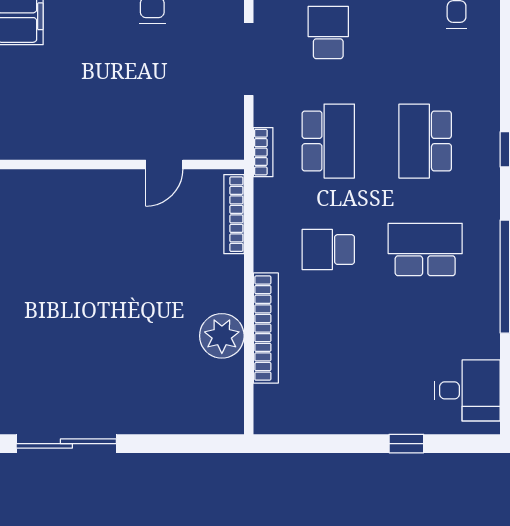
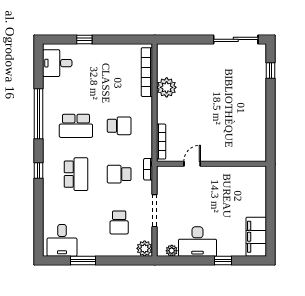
school desk: (328, 141) -> (119, 174), width x0.54
bookcase: (266, 328) -> (147, 72), moved

